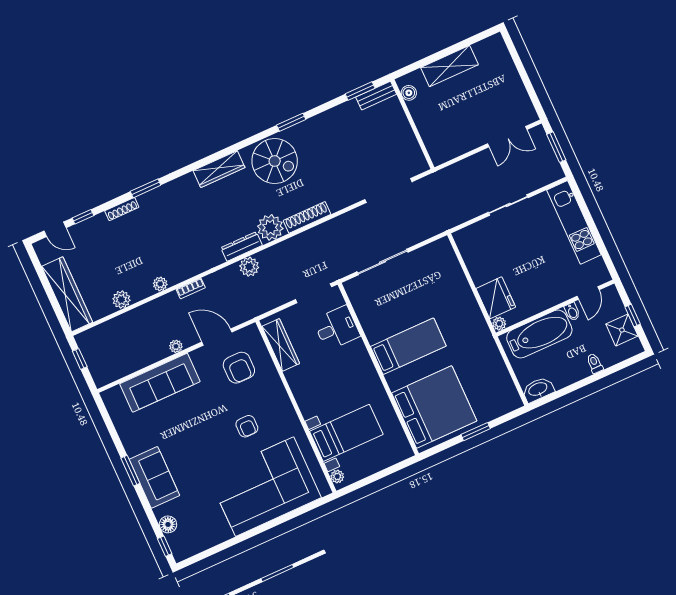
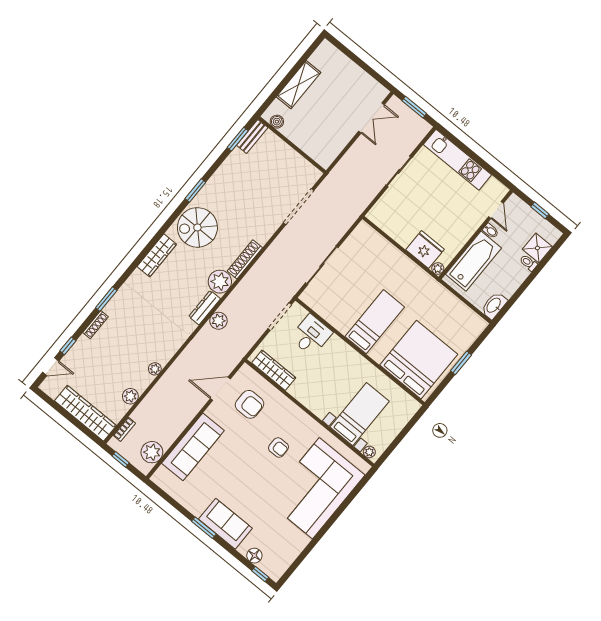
spiral stairs: (275, 161) -> (197, 227), turned 180
bookcase: (191, 288) -> (124, 429), moved
shower: (622, 330) -> (537, 248), moved
plant: (176, 346) -> (152, 452), moved, width x1.88, depth x1.88

